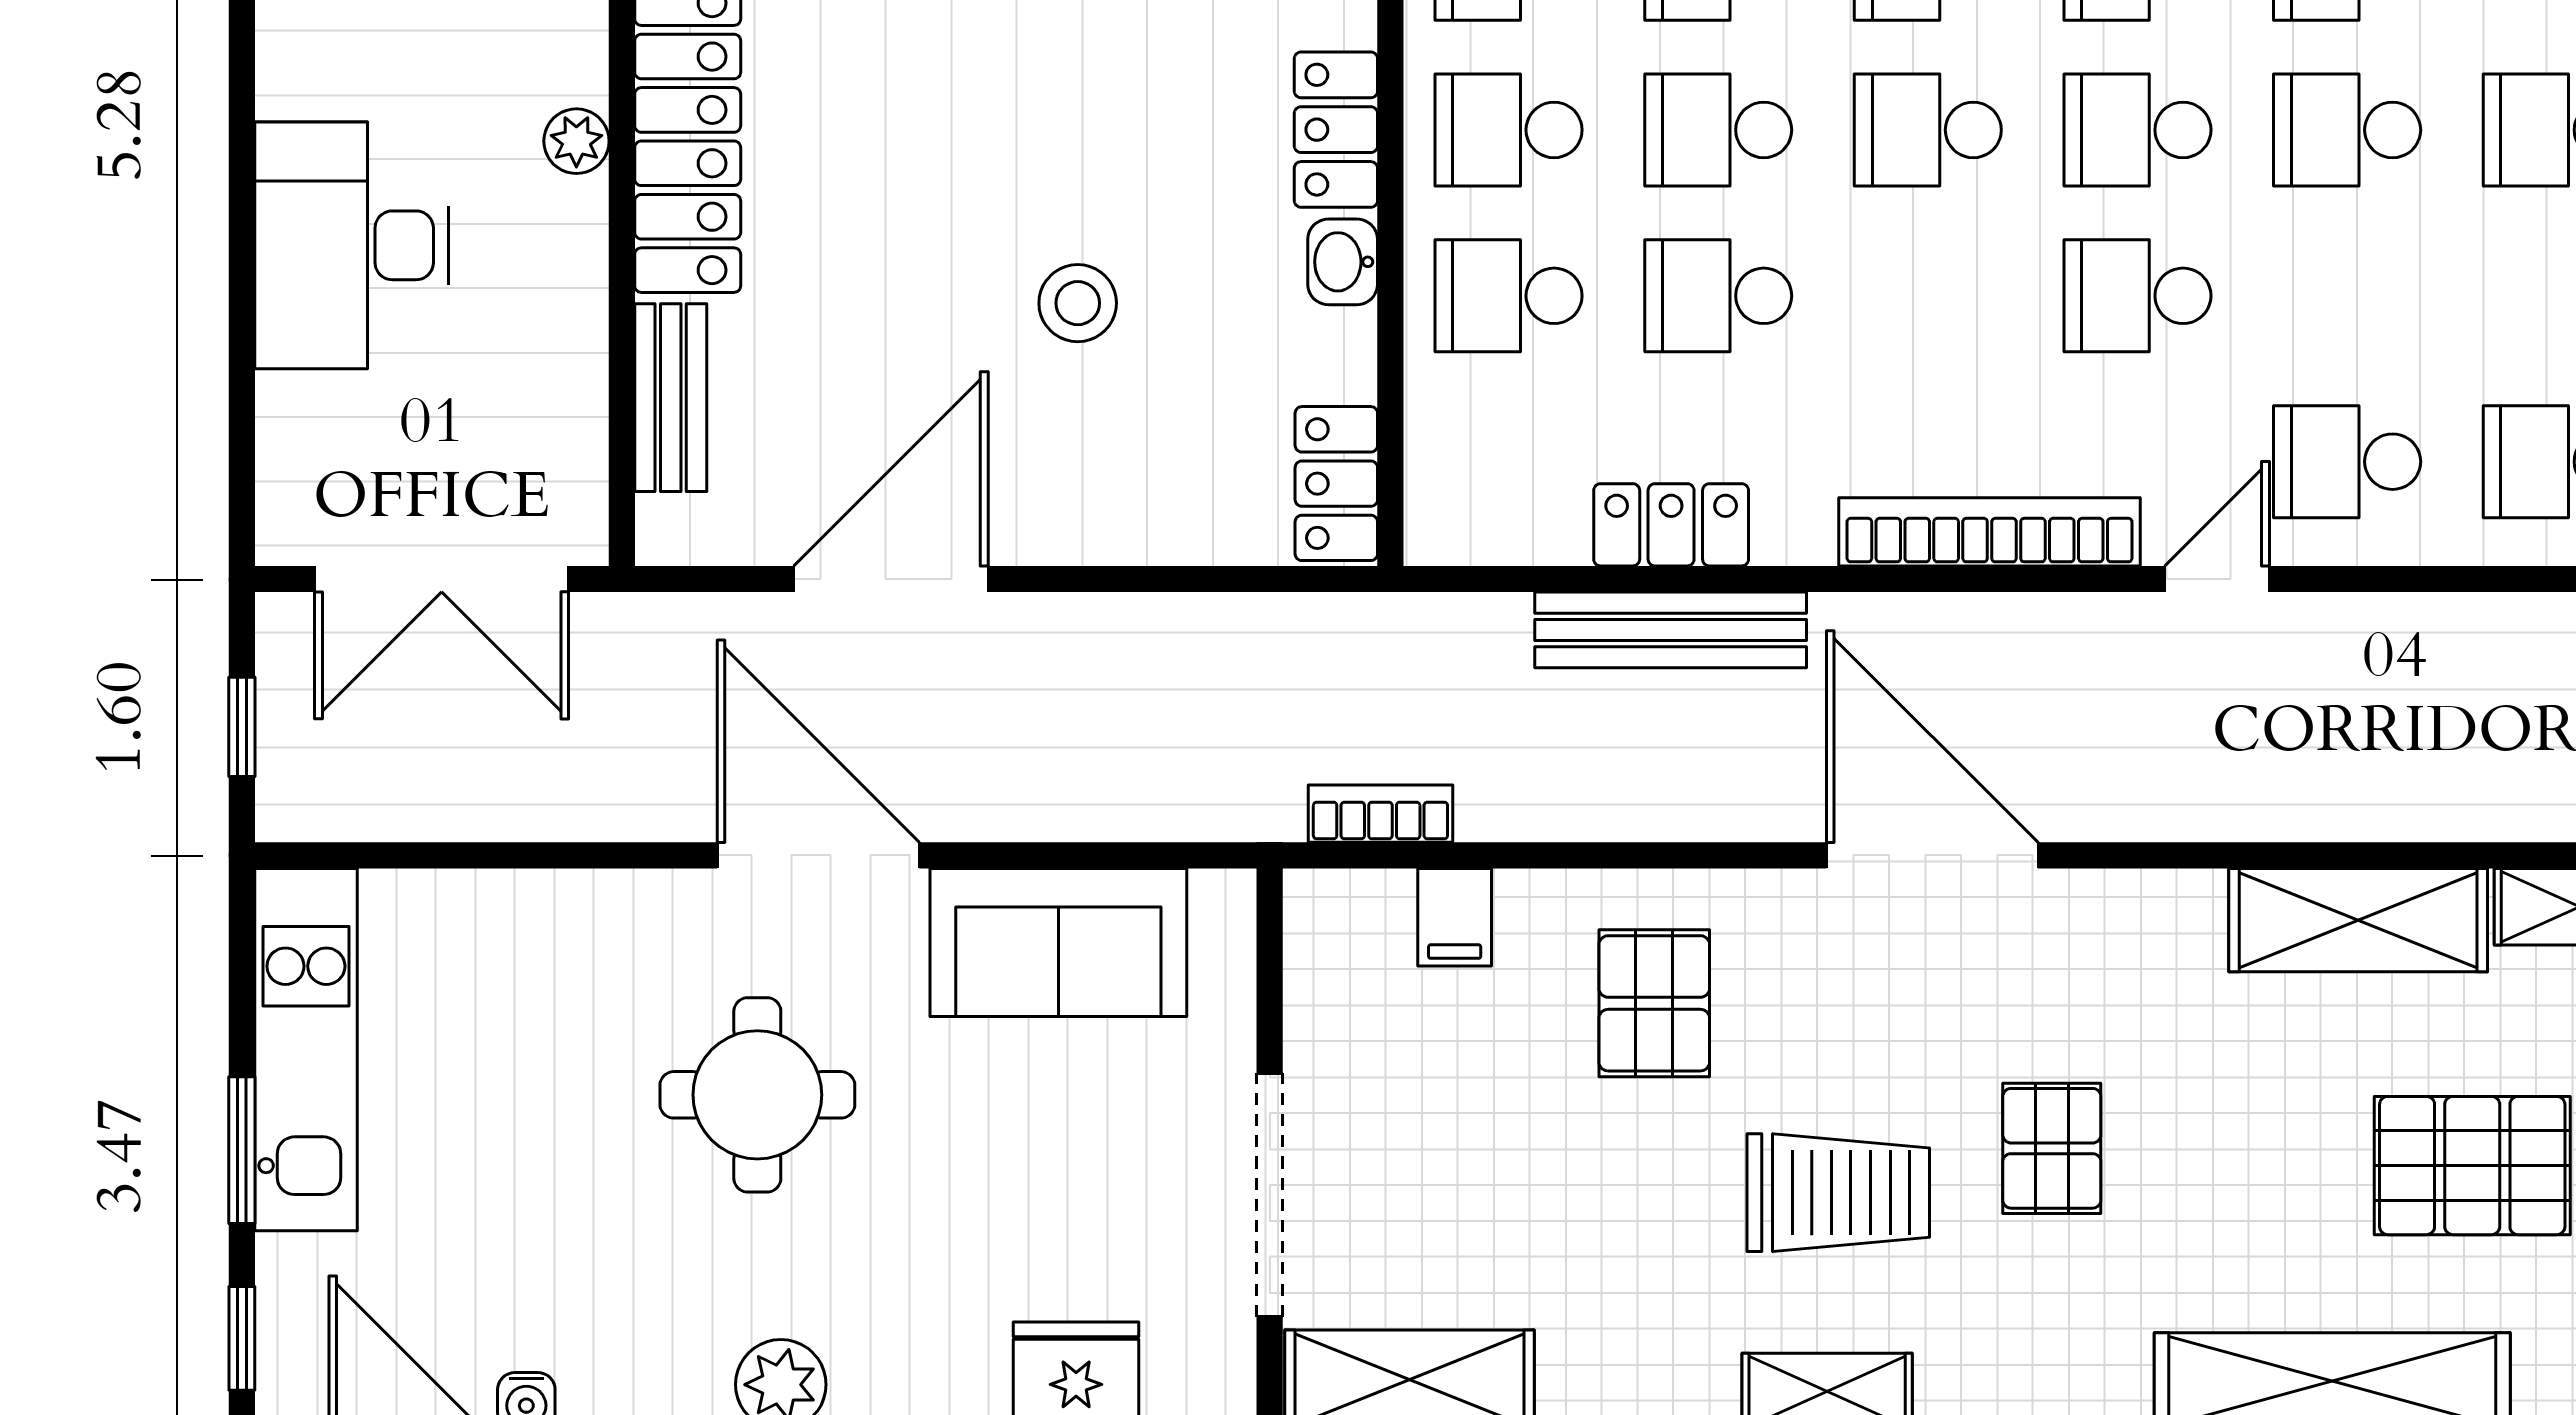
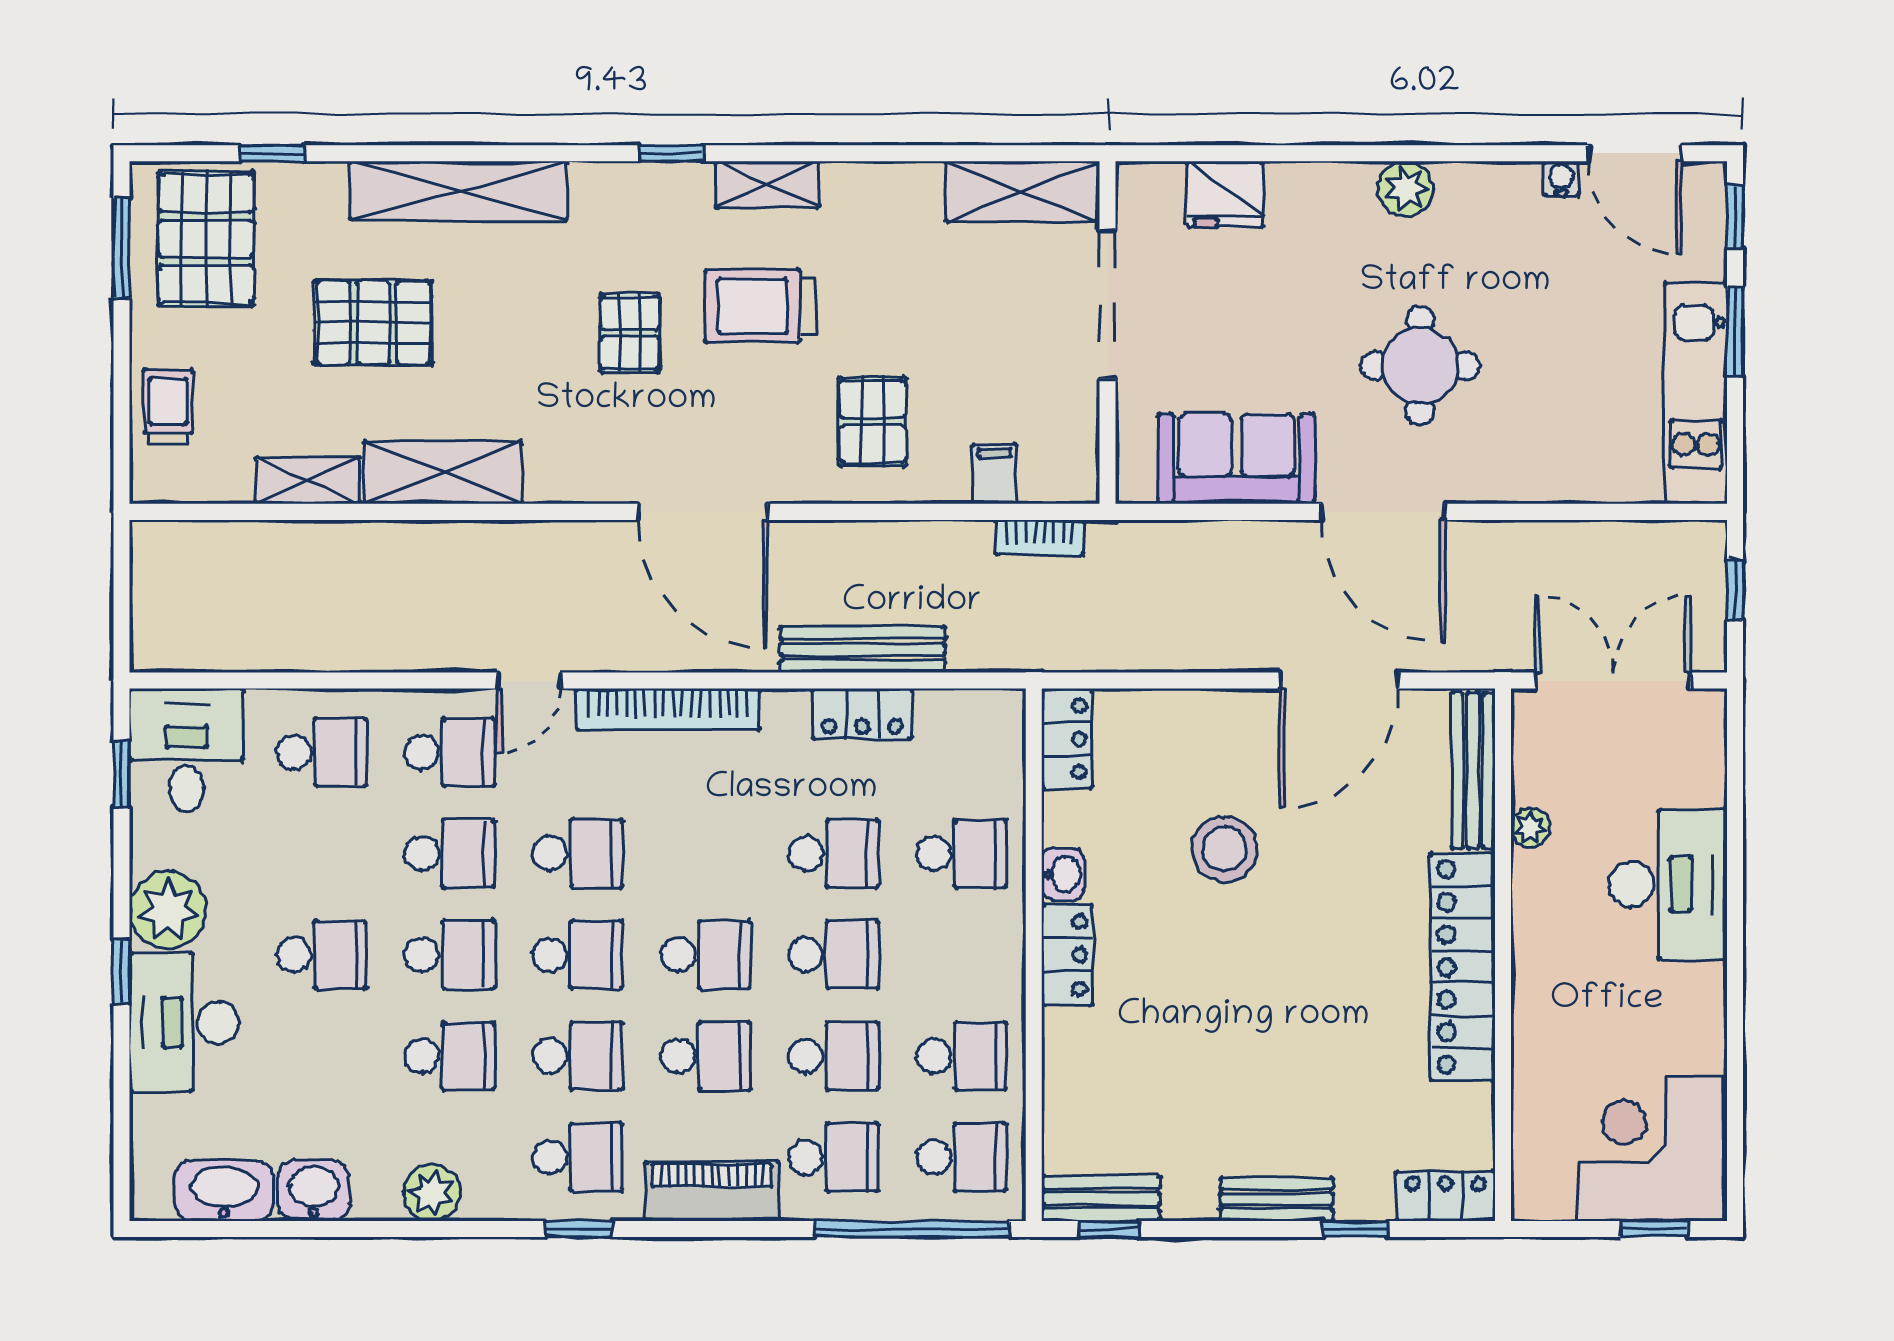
school desk: (1509, 130) -> (450, 853), moved
plant: (576, 141) -> (1531, 828), moved
stool: (1078, 303) -> (1225, 849), width x1.38, depth x1.38
bench: (671, 398) -> (1473, 770), width x1.36

